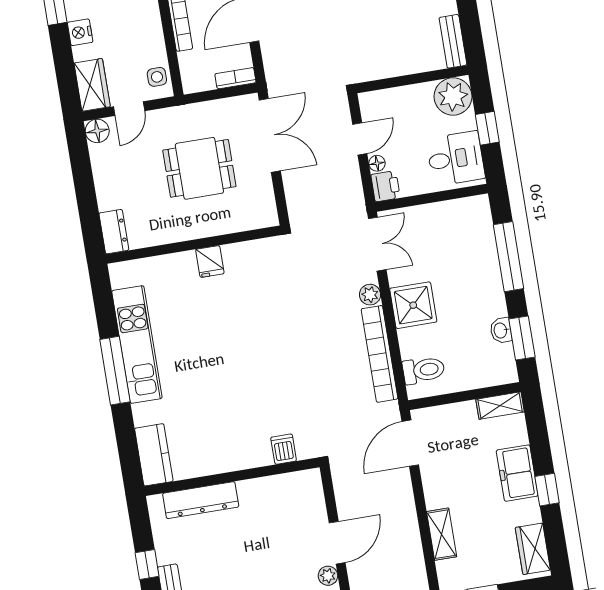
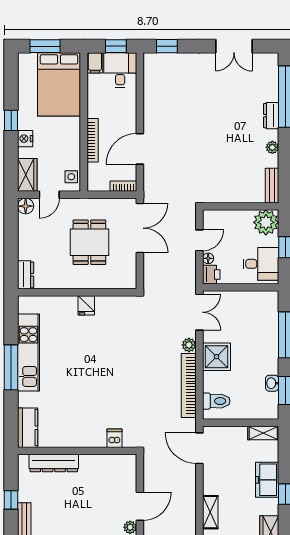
dining table: (199, 168) -> (89, 242), turned 90
door: (410, 443) -> (199, 448), hinge flipped

